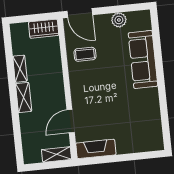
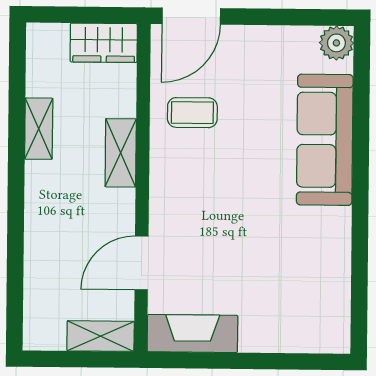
door: (80, 13) -> (191, 16), hinge flipped
plant: (119, 20) -> (336, 43), moved
shelving: (24, 98) -> (121, 153), moved

